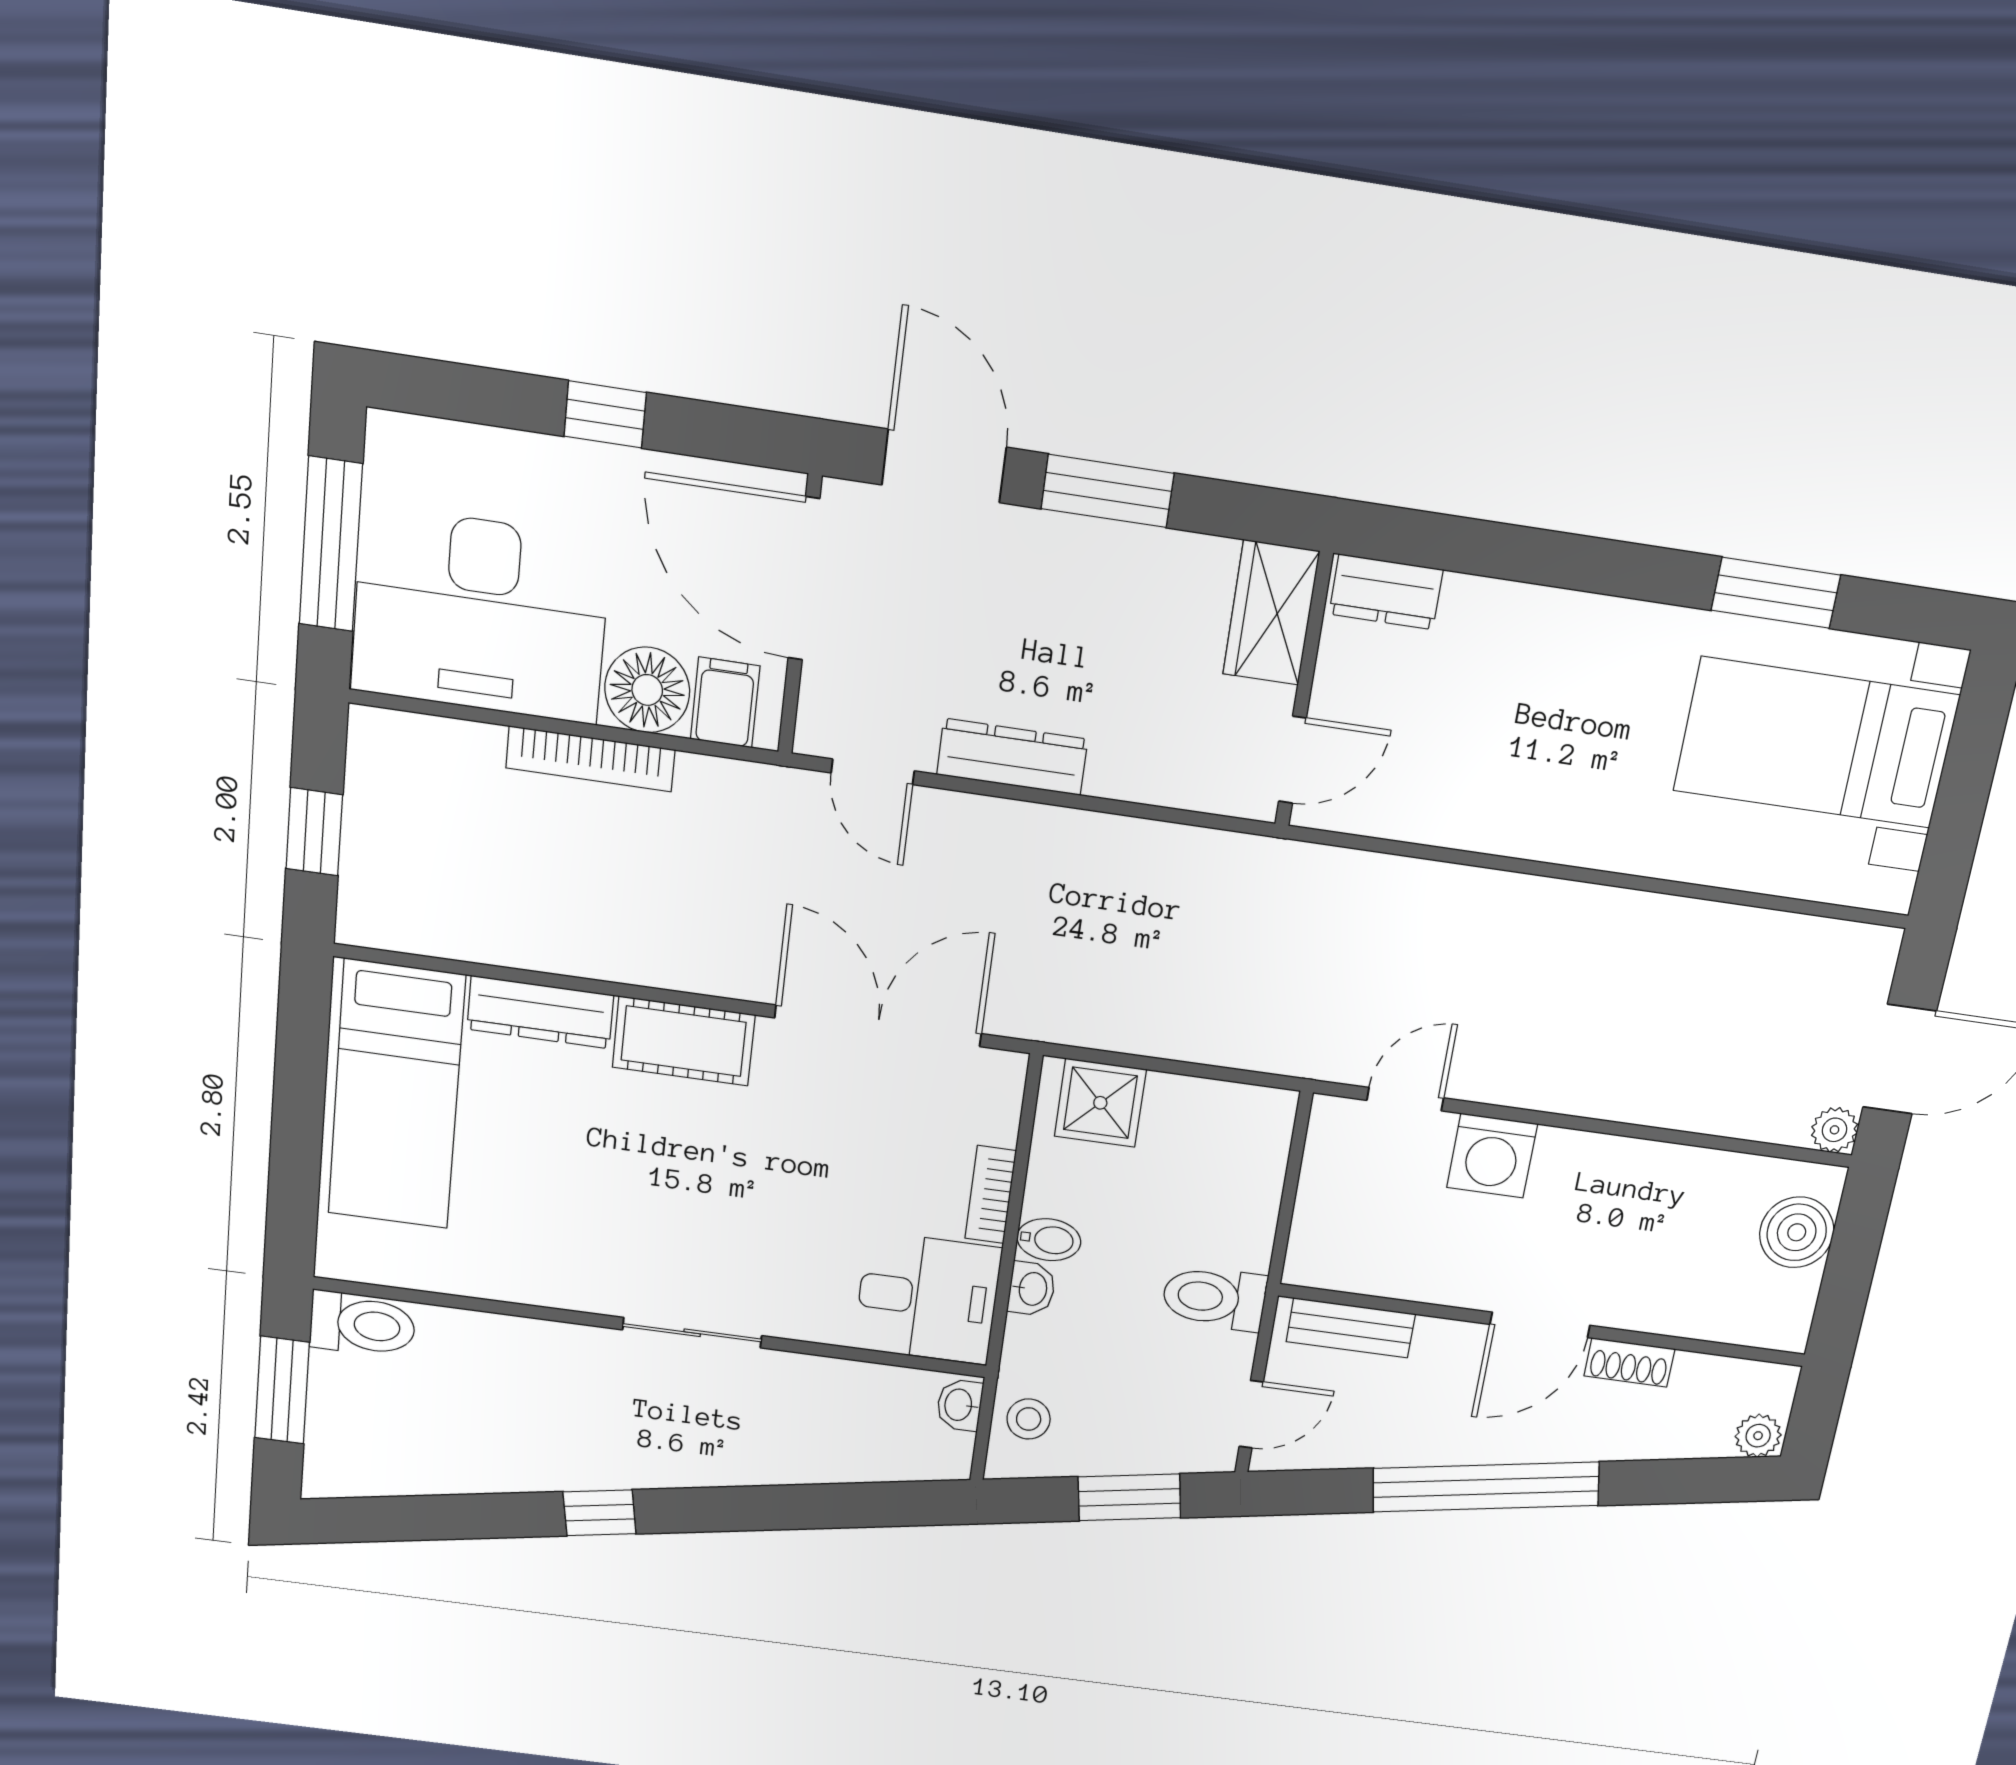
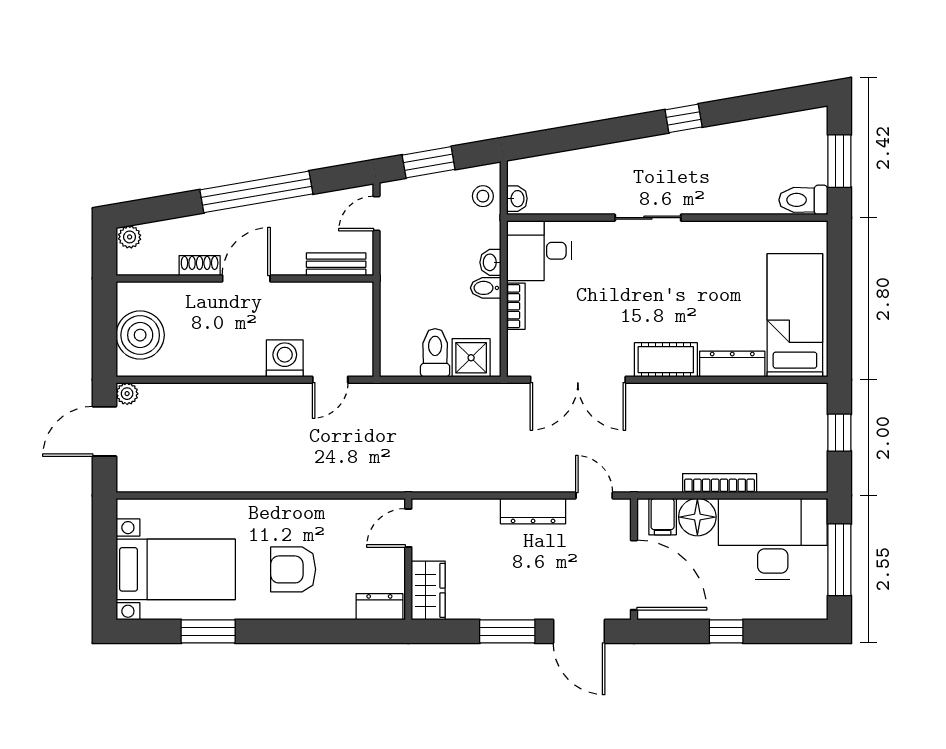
armchair: (1561, 705) -> (293, 569), added
boiler: (1797, 1232) -> (140, 335), width x1.37, depth x1.37
toilet: (1214, 1298) -> (435, 353), moved, turned -90

